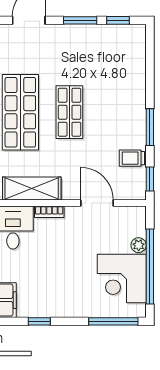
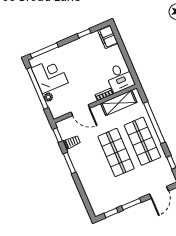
shop shelf: (69, 112) -> (116, 152), width x1.43, depth x1.36

